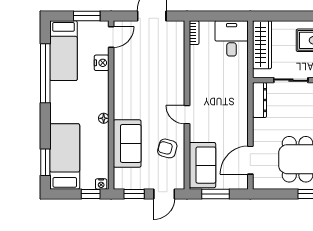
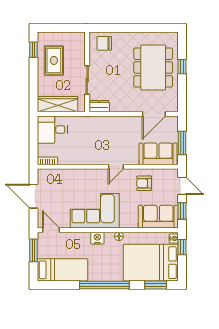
nightstand: (102, 63) -> (97, 238), moved
window: (45, 73) -> (104, 285), moved
corner sofa: (134, 89) -> (95, 211), added
dresser: (260, 100) -> (99, 106), width x0.70
sofa: (127, 143) -> (158, 217), moved
armchair: (167, 148) -> (144, 183), turned 75
bed: (65, 156) -> (151, 263), width x1.50
door: (250, 160) -> (154, 114), hinge flipped

